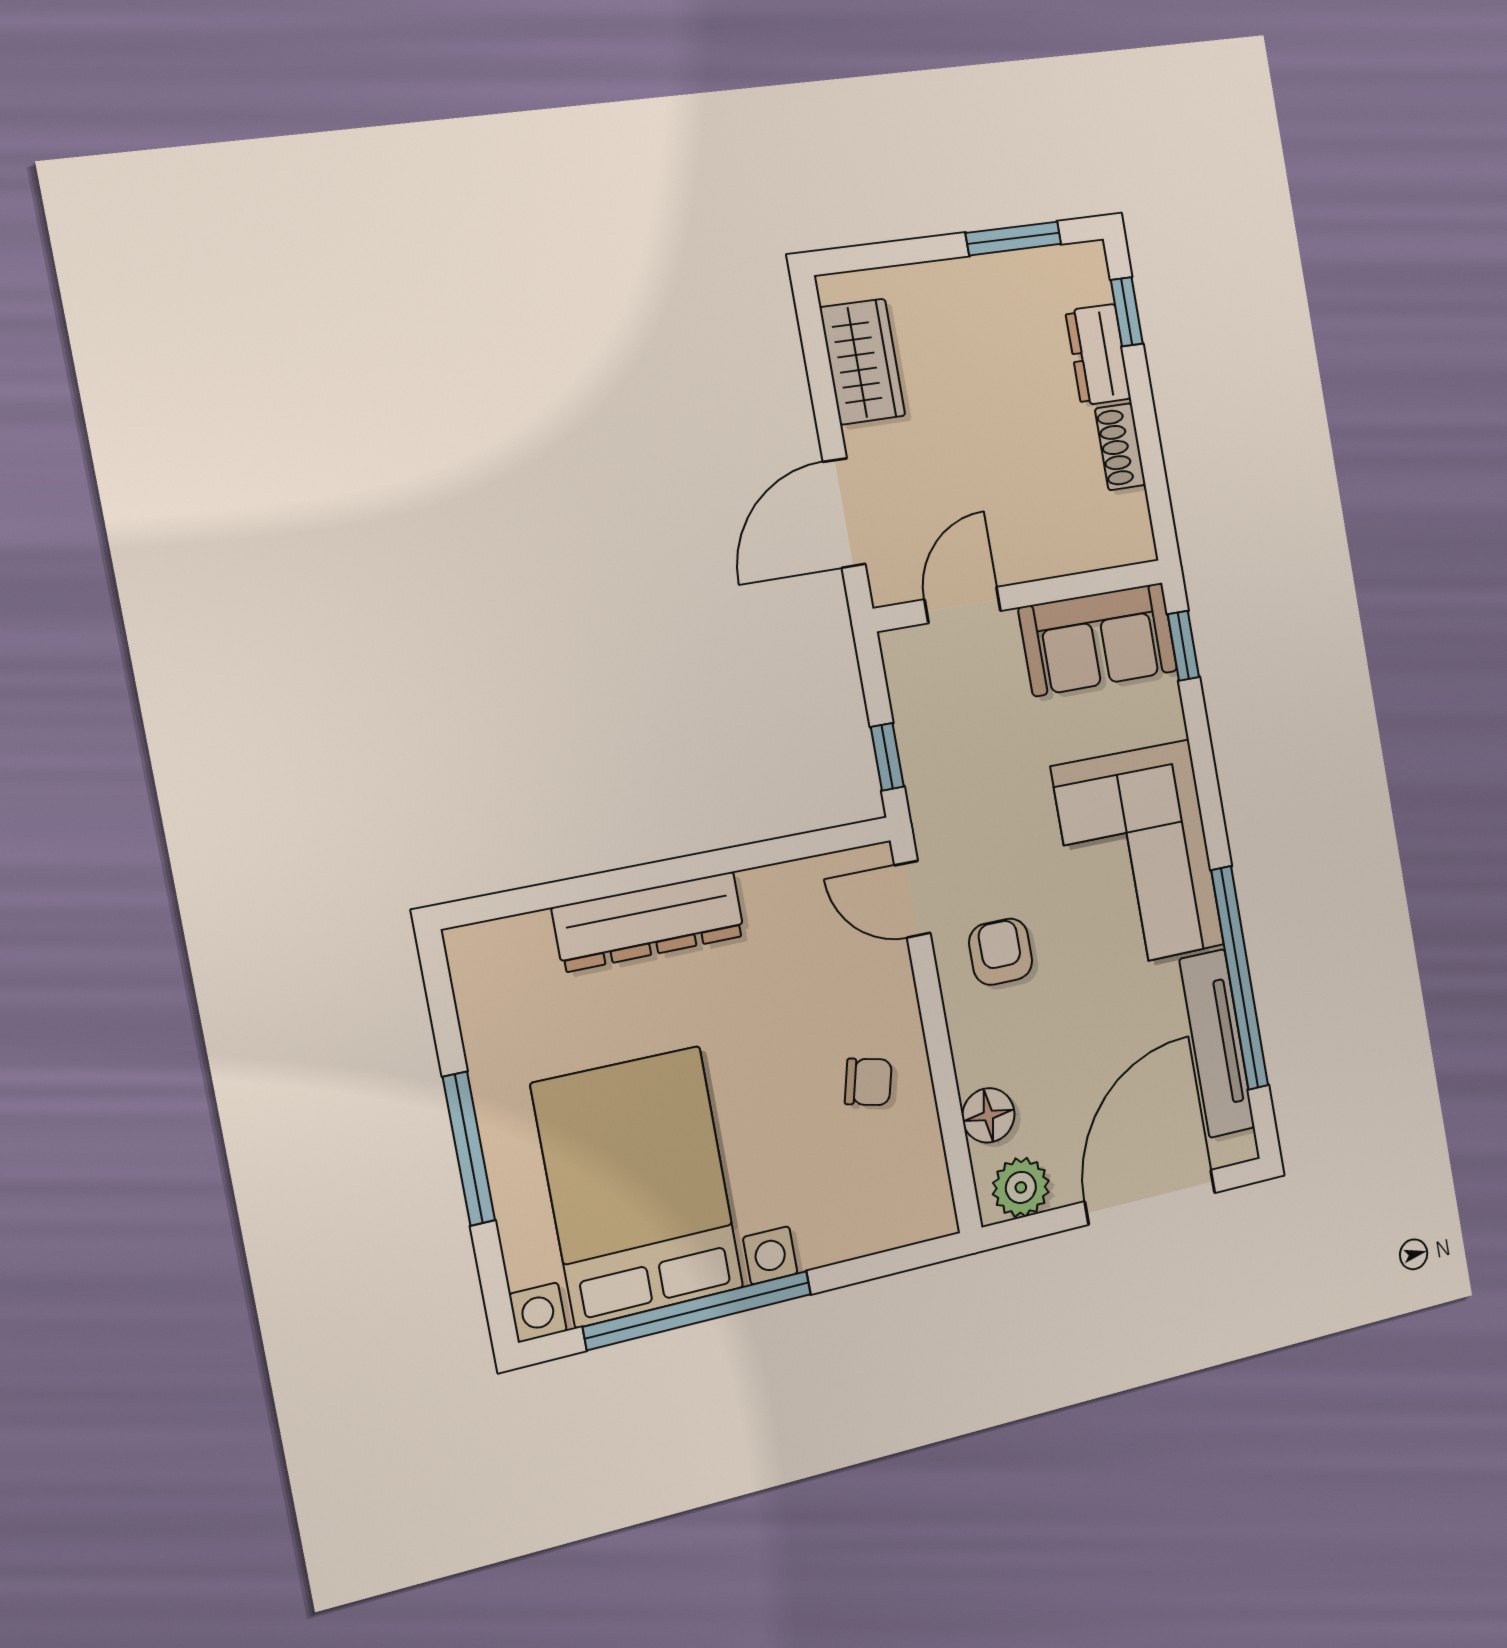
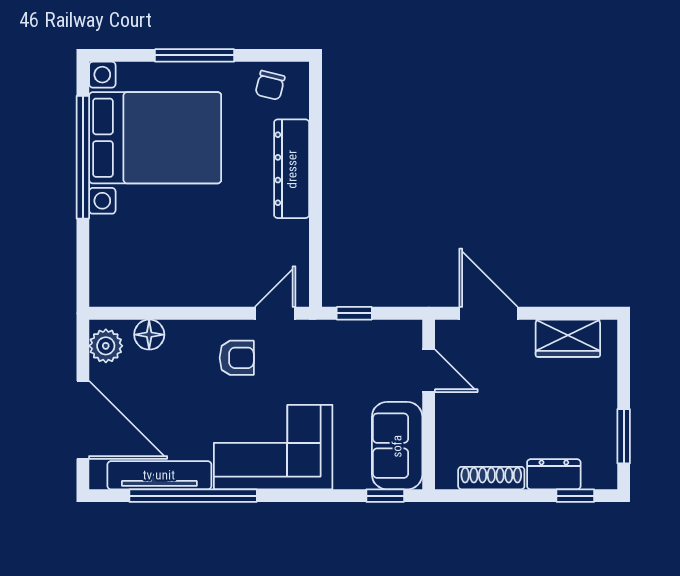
shoe rack: (1120, 447) -> (491, 478), width x1.43
chair: (868, 1082) -> (270, 85), moved

